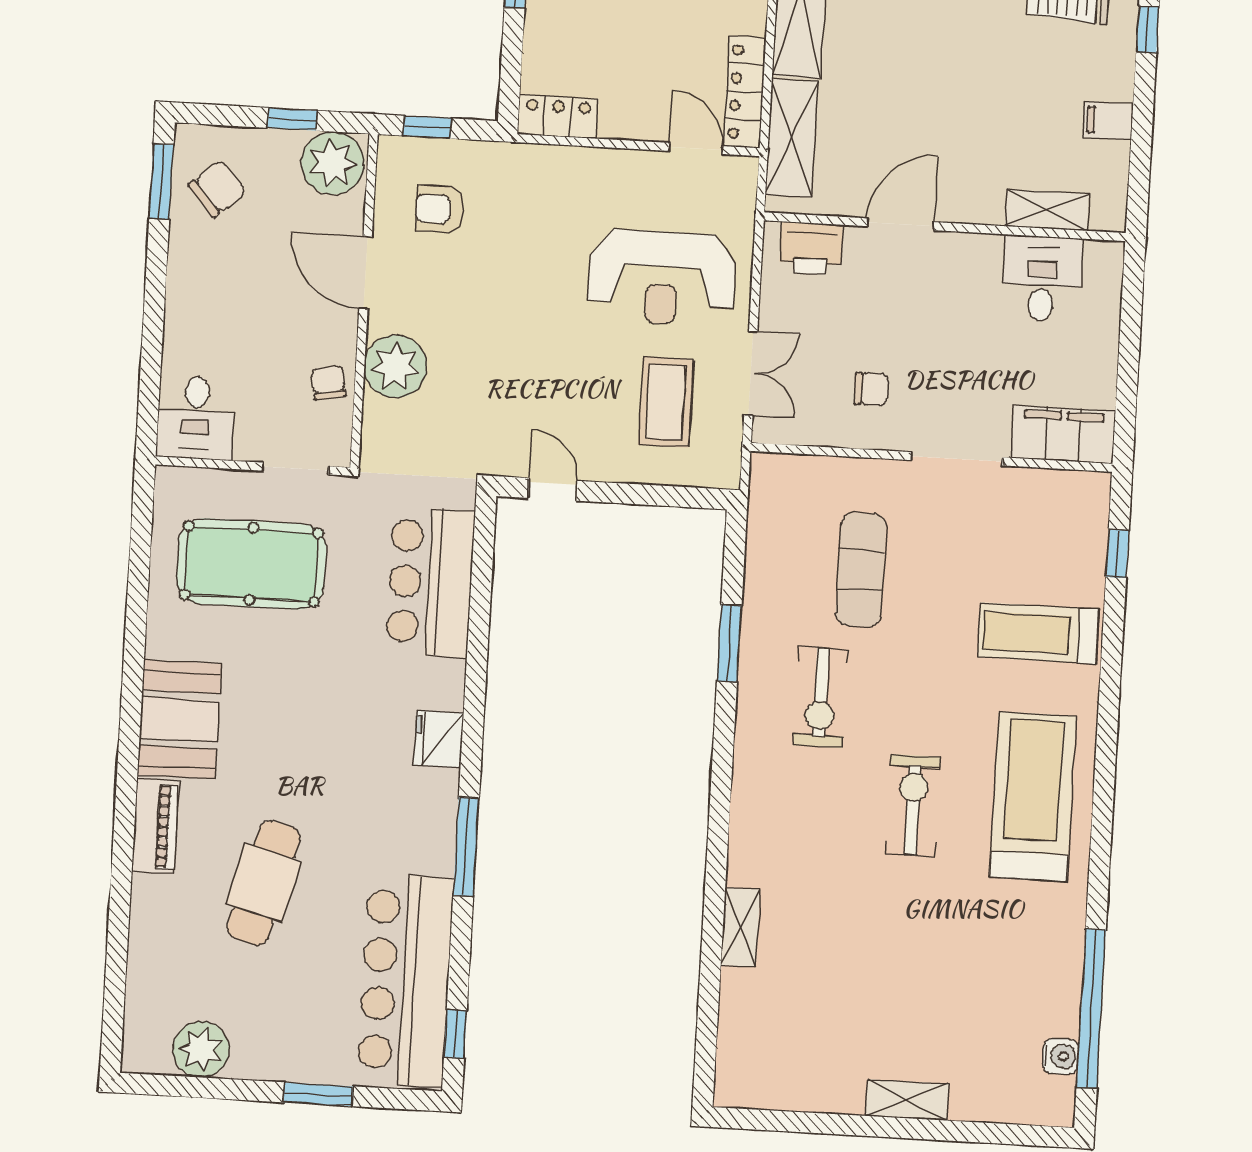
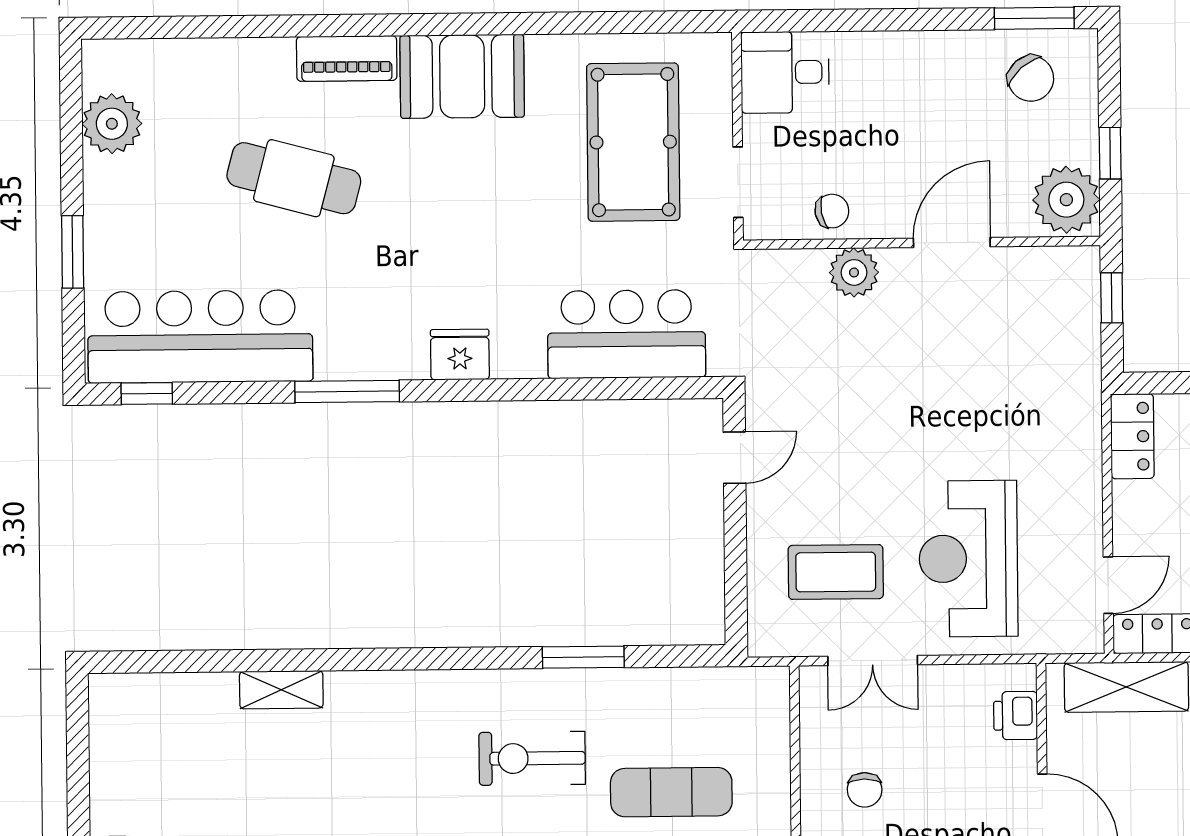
armchair: (440, 209) -> (1025, 317), removed
printer: (811, 248) -> (1015, 716), width x0.73, depth x0.81
plant: (396, 366) -> (854, 272), width x0.73, depth x0.73

